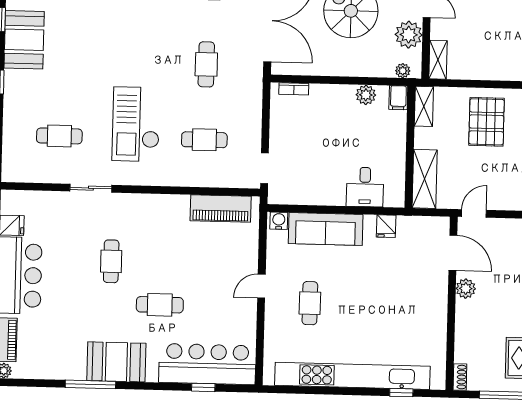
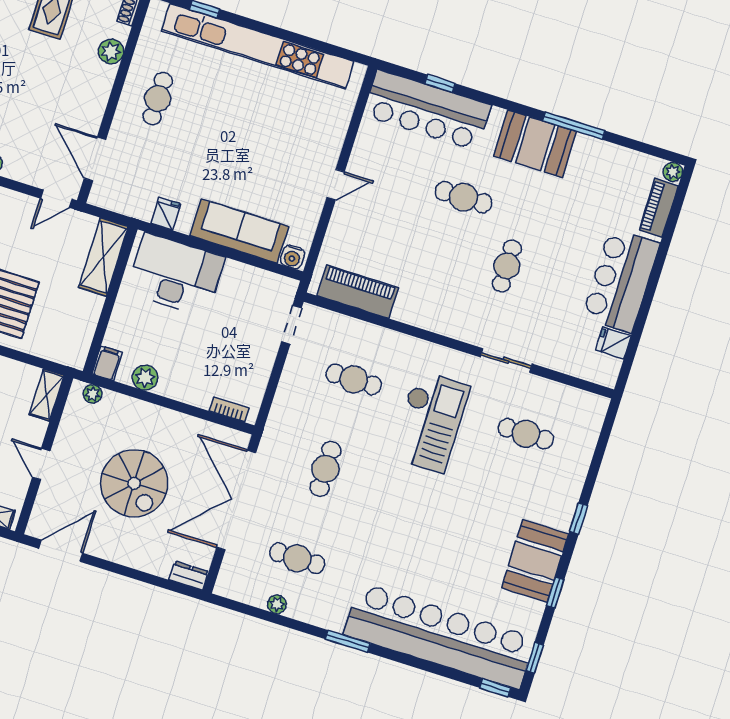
plant: (409, 35) -> (73, 435), removed
shelving: (424, 106) -> (80, 344), removed
desk: (365, 187) -> (176, 275), width x1.87, depth x1.30
plant: (466, 289) -> (111, 51), moved
cafe table: (310, 303) -> (158, 99), moved

